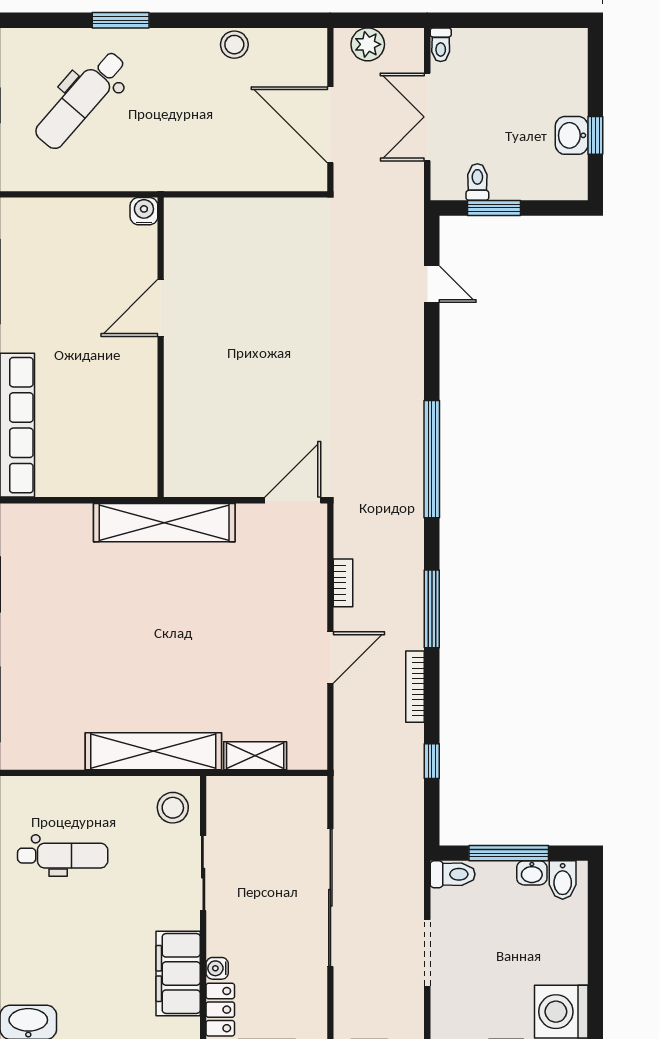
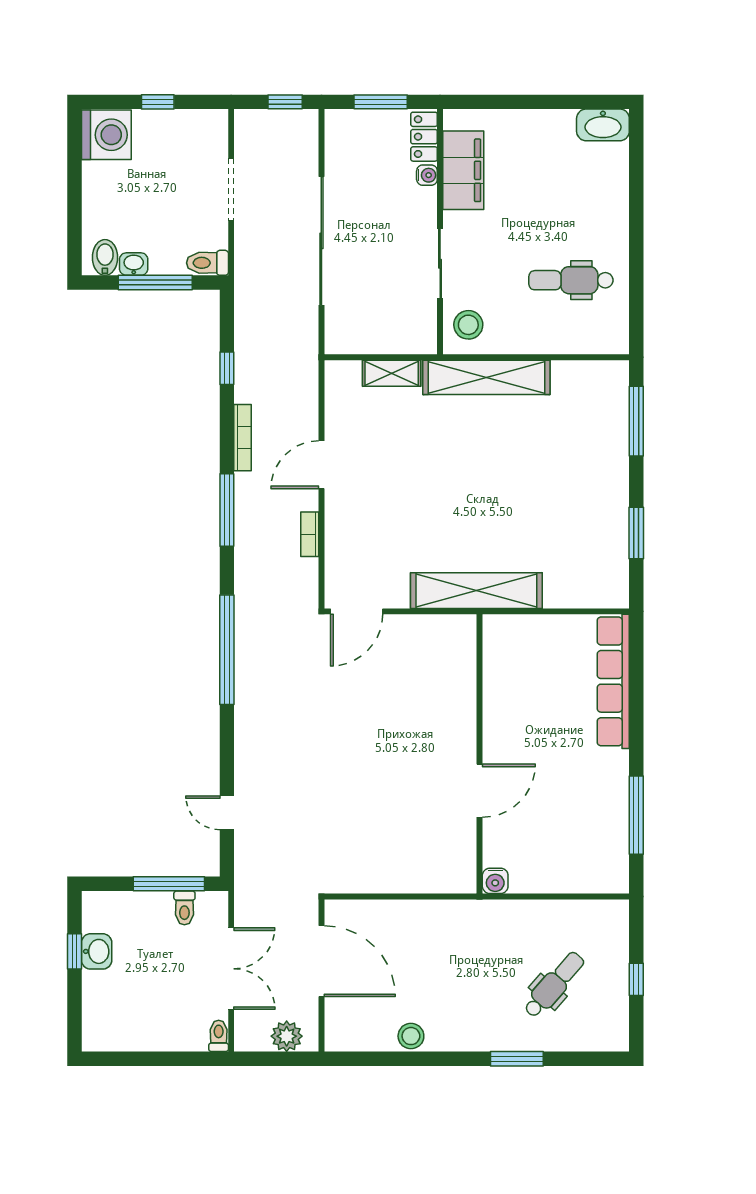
dental chair: (81, 100) -> (554, 985), width x0.73, depth x0.72
window: (494, 208) -> (169, 884), width x1.44

